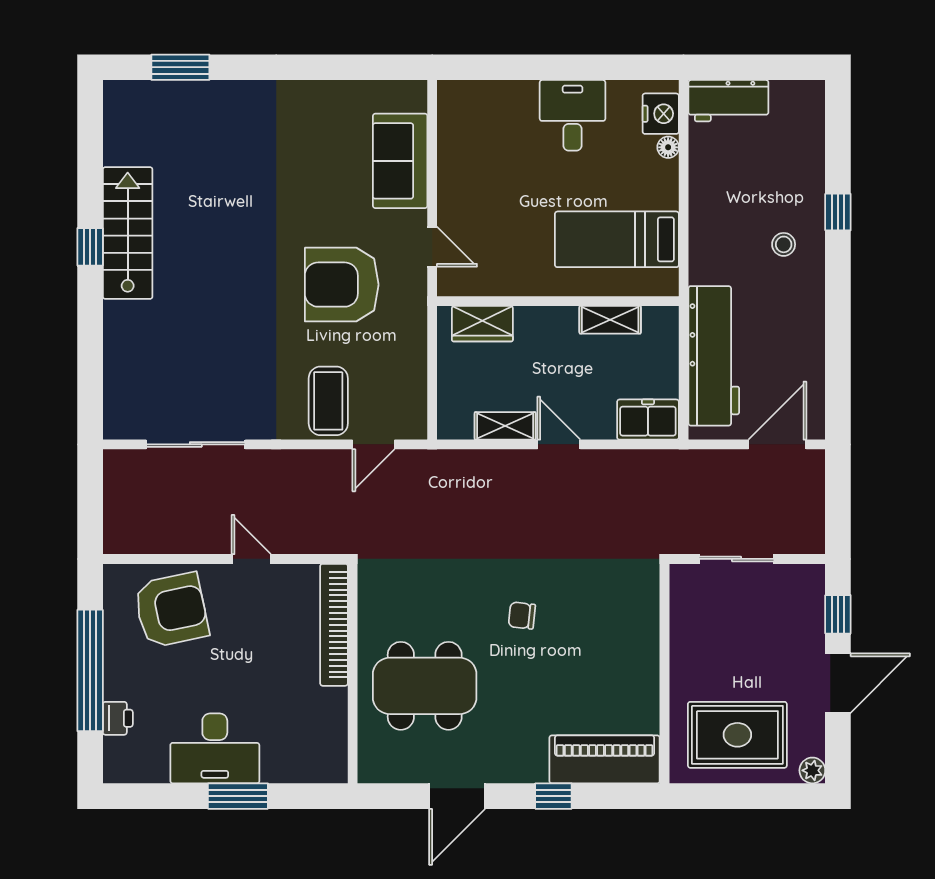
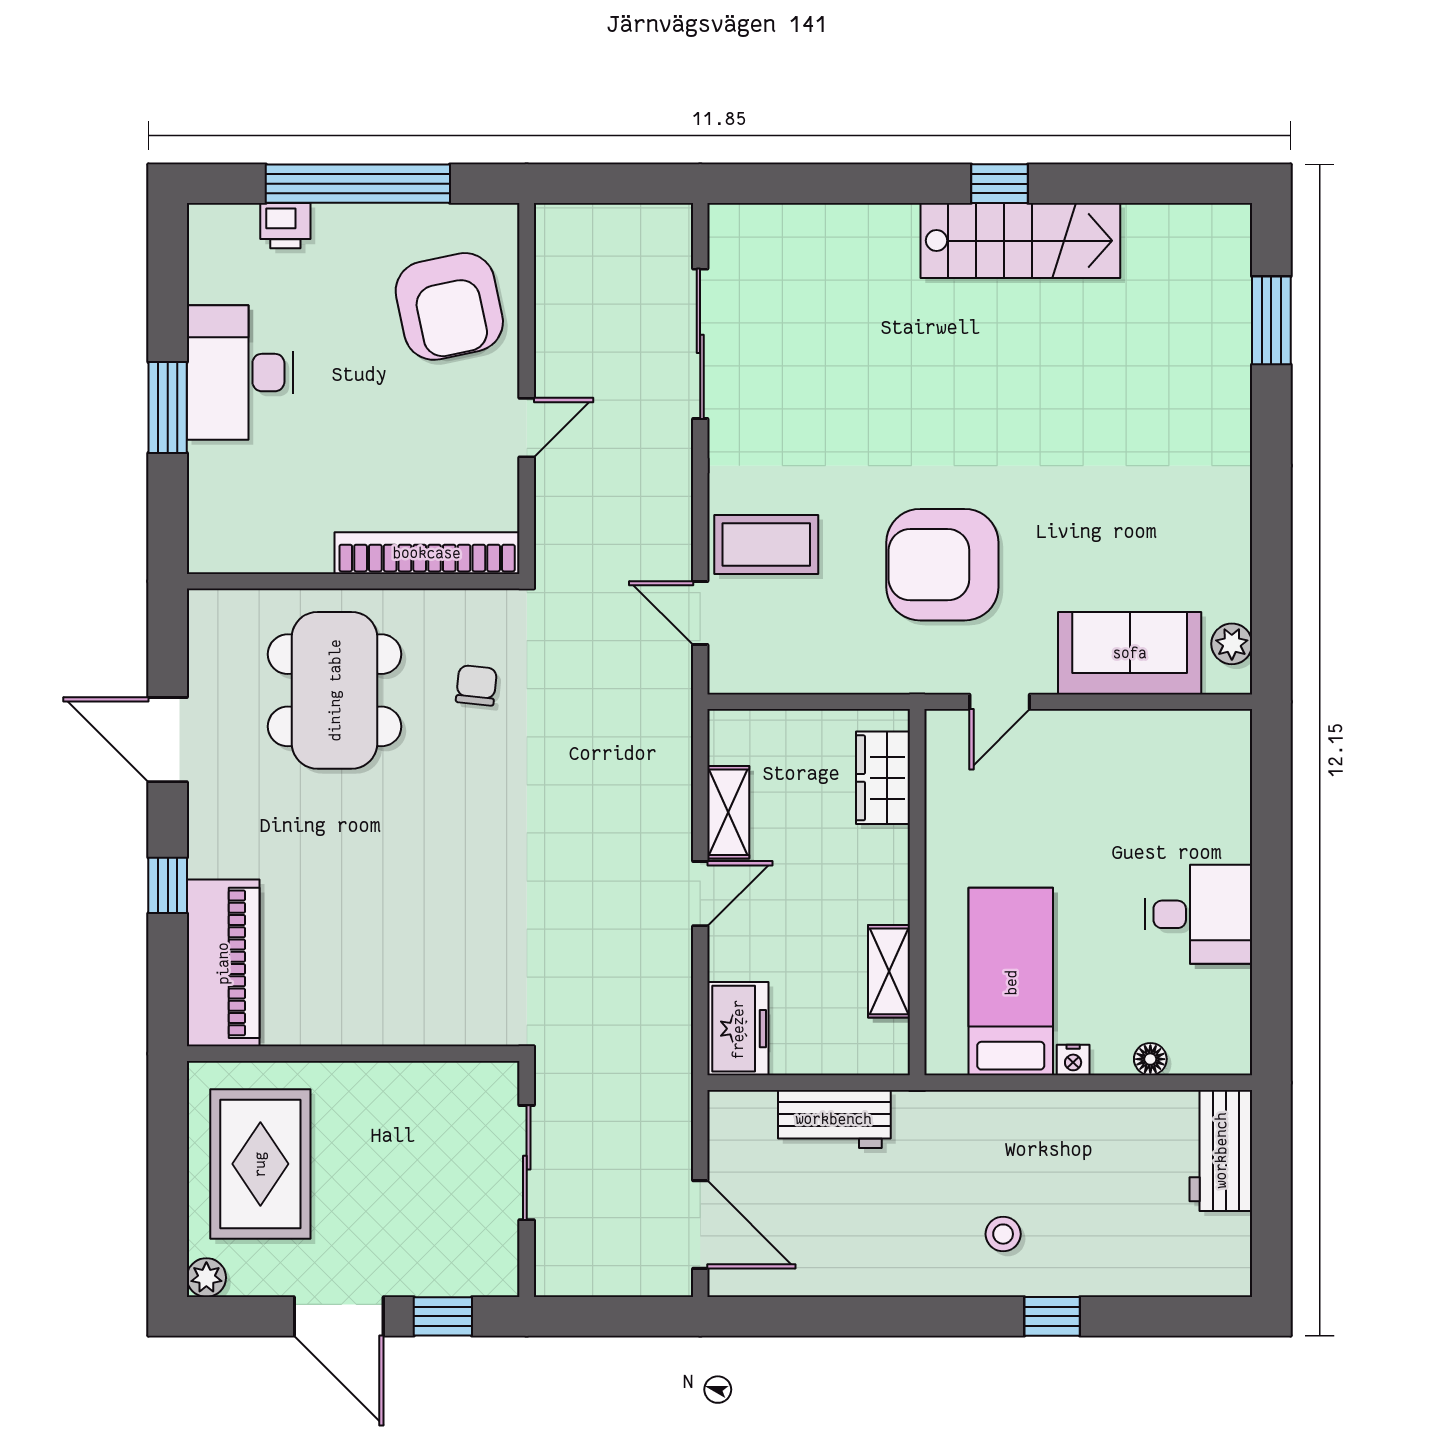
plant: (394, 93) -> (1232, 644), added
nightstand: (661, 114) -> (1073, 1060), moved, width x0.53, depth x0.56
armchair: (342, 285) -> (942, 565), turned -90
workbench: (714, 356) -> (834, 1119), width x0.53, depth x0.76
chair: (522, 616) -> (476, 685), moved

